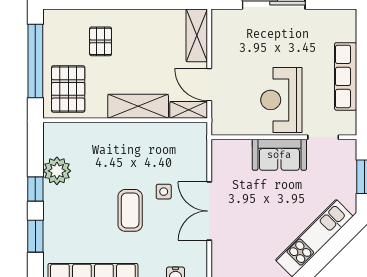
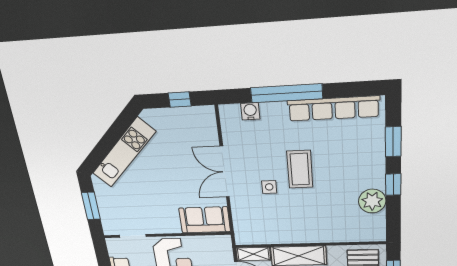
sofa: (279, 155) -> (205, 220), moved
double door: (209, 211) -> (225, 172), swing flipped

